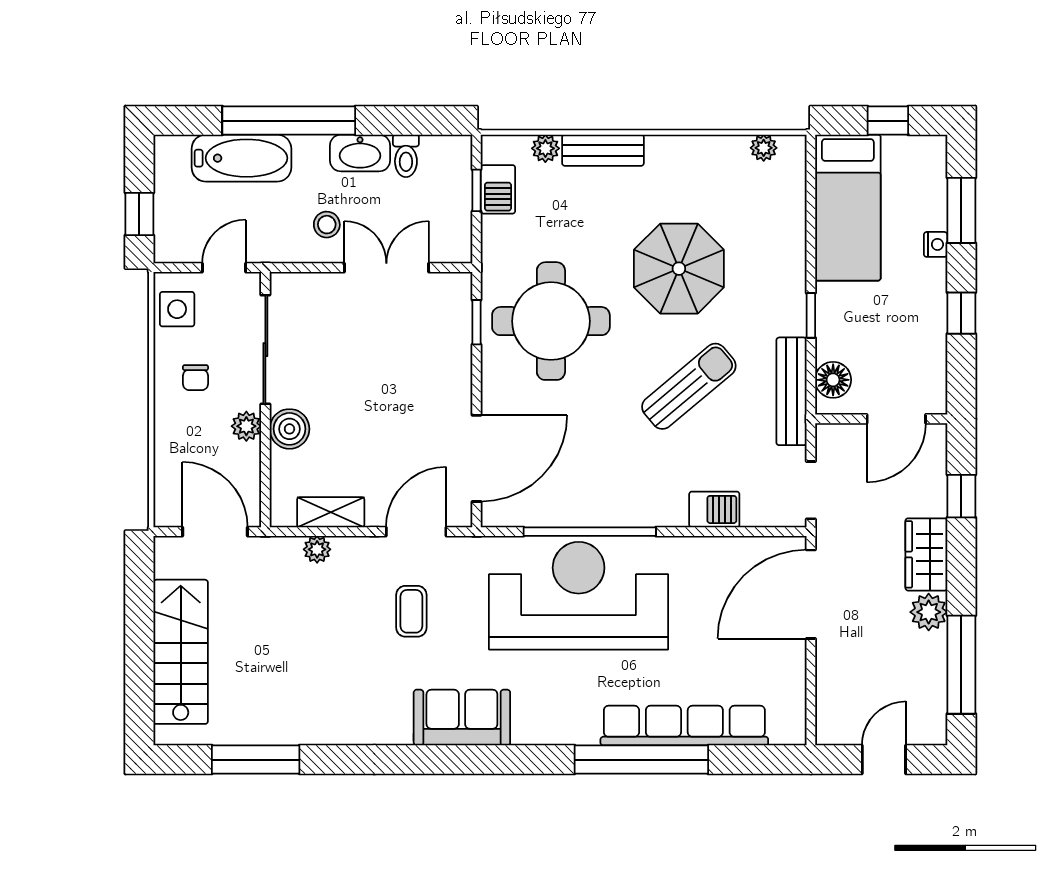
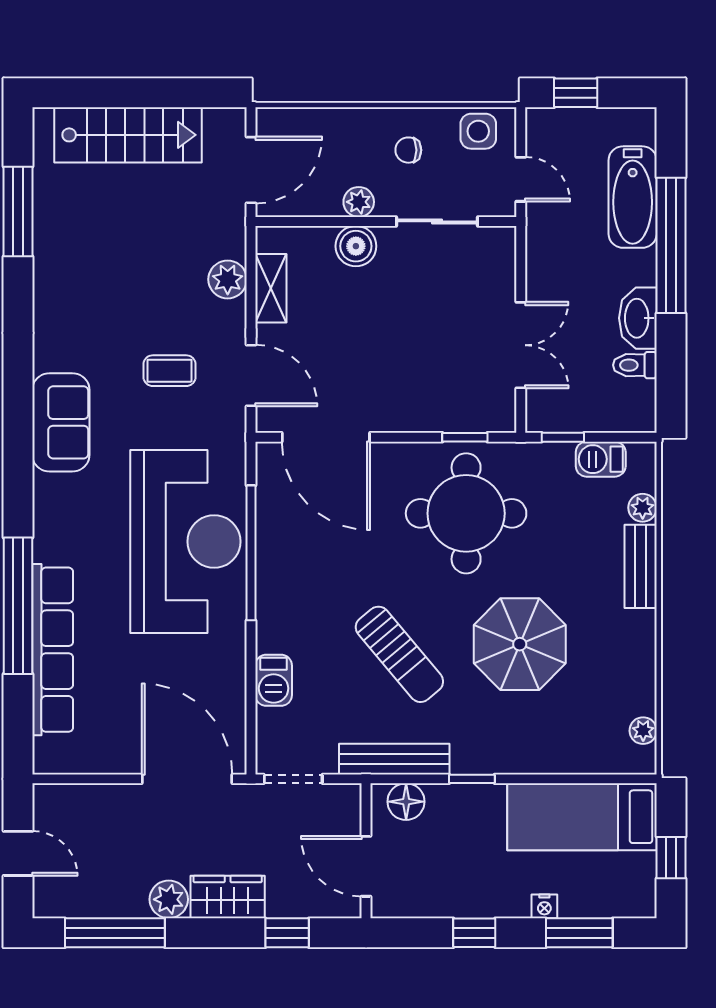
window: (476, 190) -> (563, 437), moved
stool: (327, 225) -> (565, 284), removed
sliding door: (265, 350) -> (437, 221), width x0.73
plant: (317, 549) -> (228, 279), width x1.38, depth x1.38

